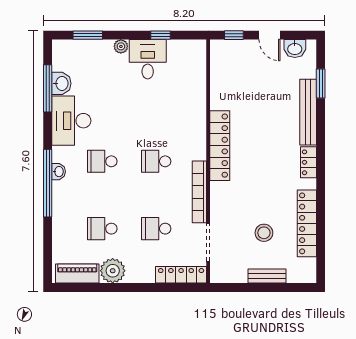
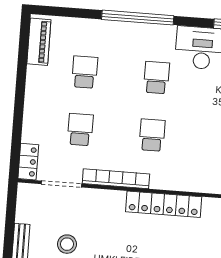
washbasin: (59, 172) -> (149, 30), removed
plant: (113, 271) -> (39, 80), removed
locker: (181, 275) -> (28, 162), width x0.66

